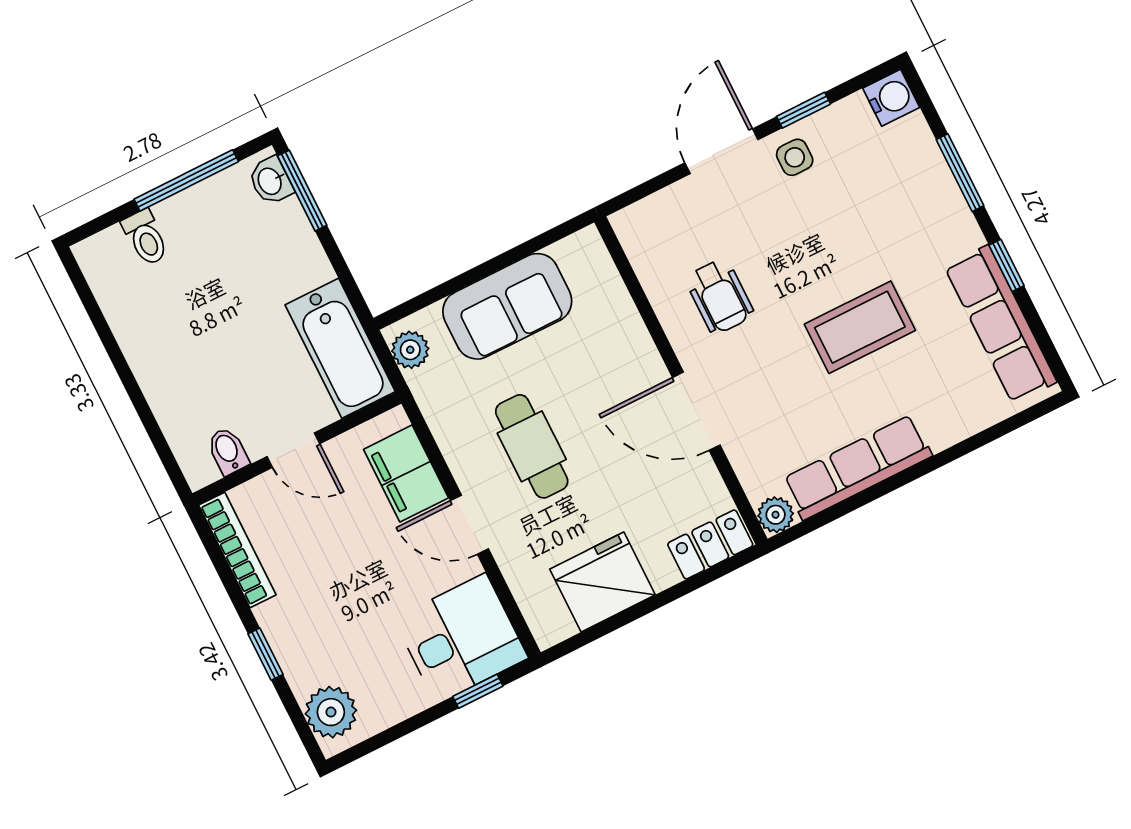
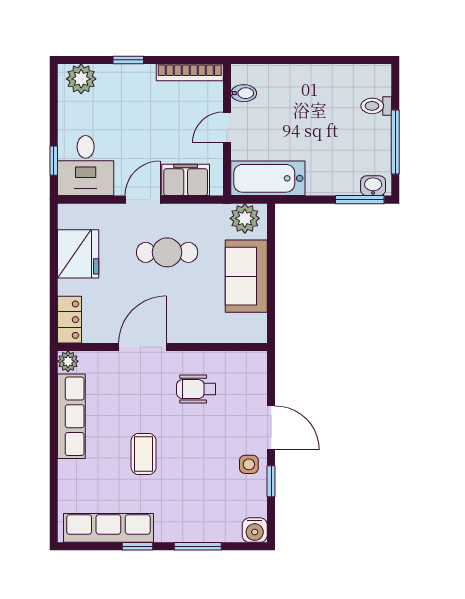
coffee table: (860, 327) -> (144, 454), width x0.73, depth x0.77
plant: (410, 350) -> (245, 218), width x1.38, depth x1.38

